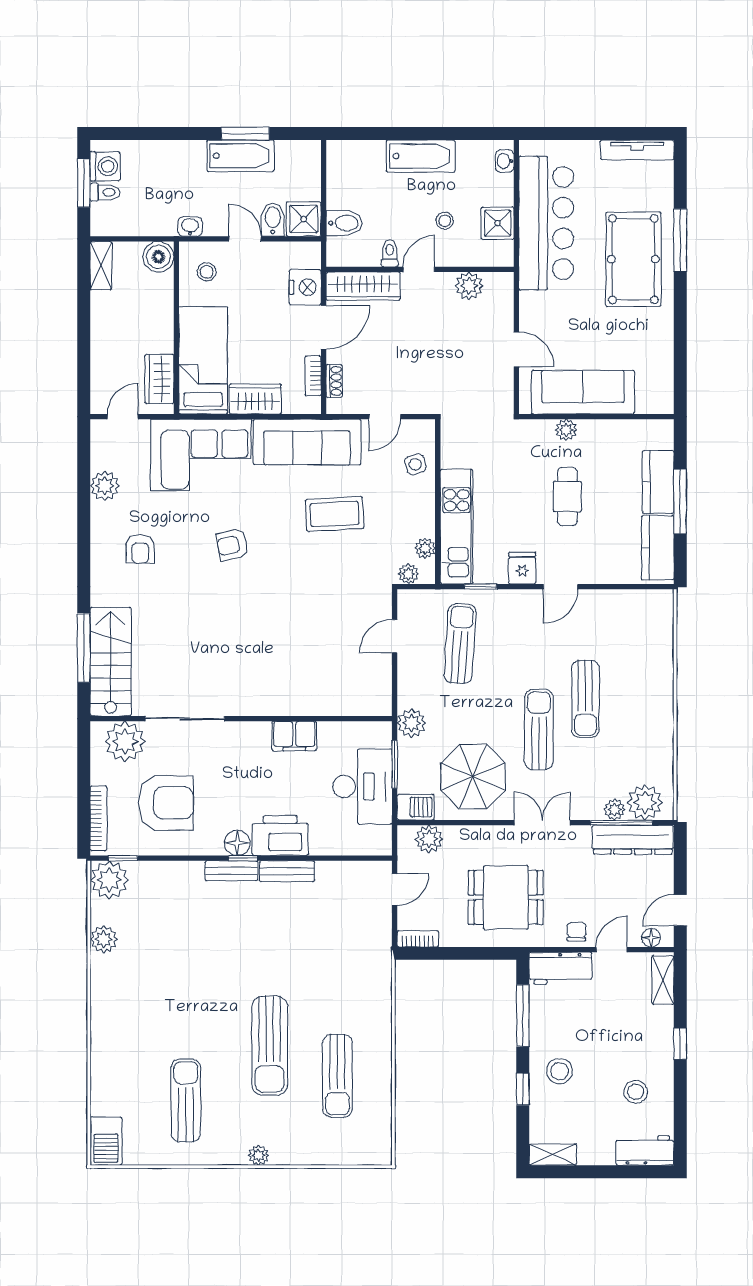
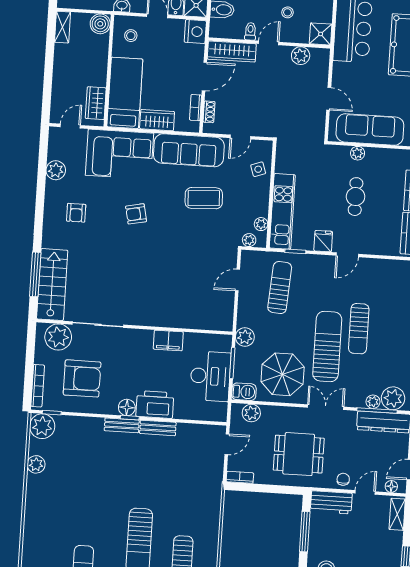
shower: (498, 223) -> (321, 34), moved
nightstand: (305, 287) -> (195, 32), moved
sun lounger: (539, 729) -> (327, 347), width x1.36, depth x1.34

